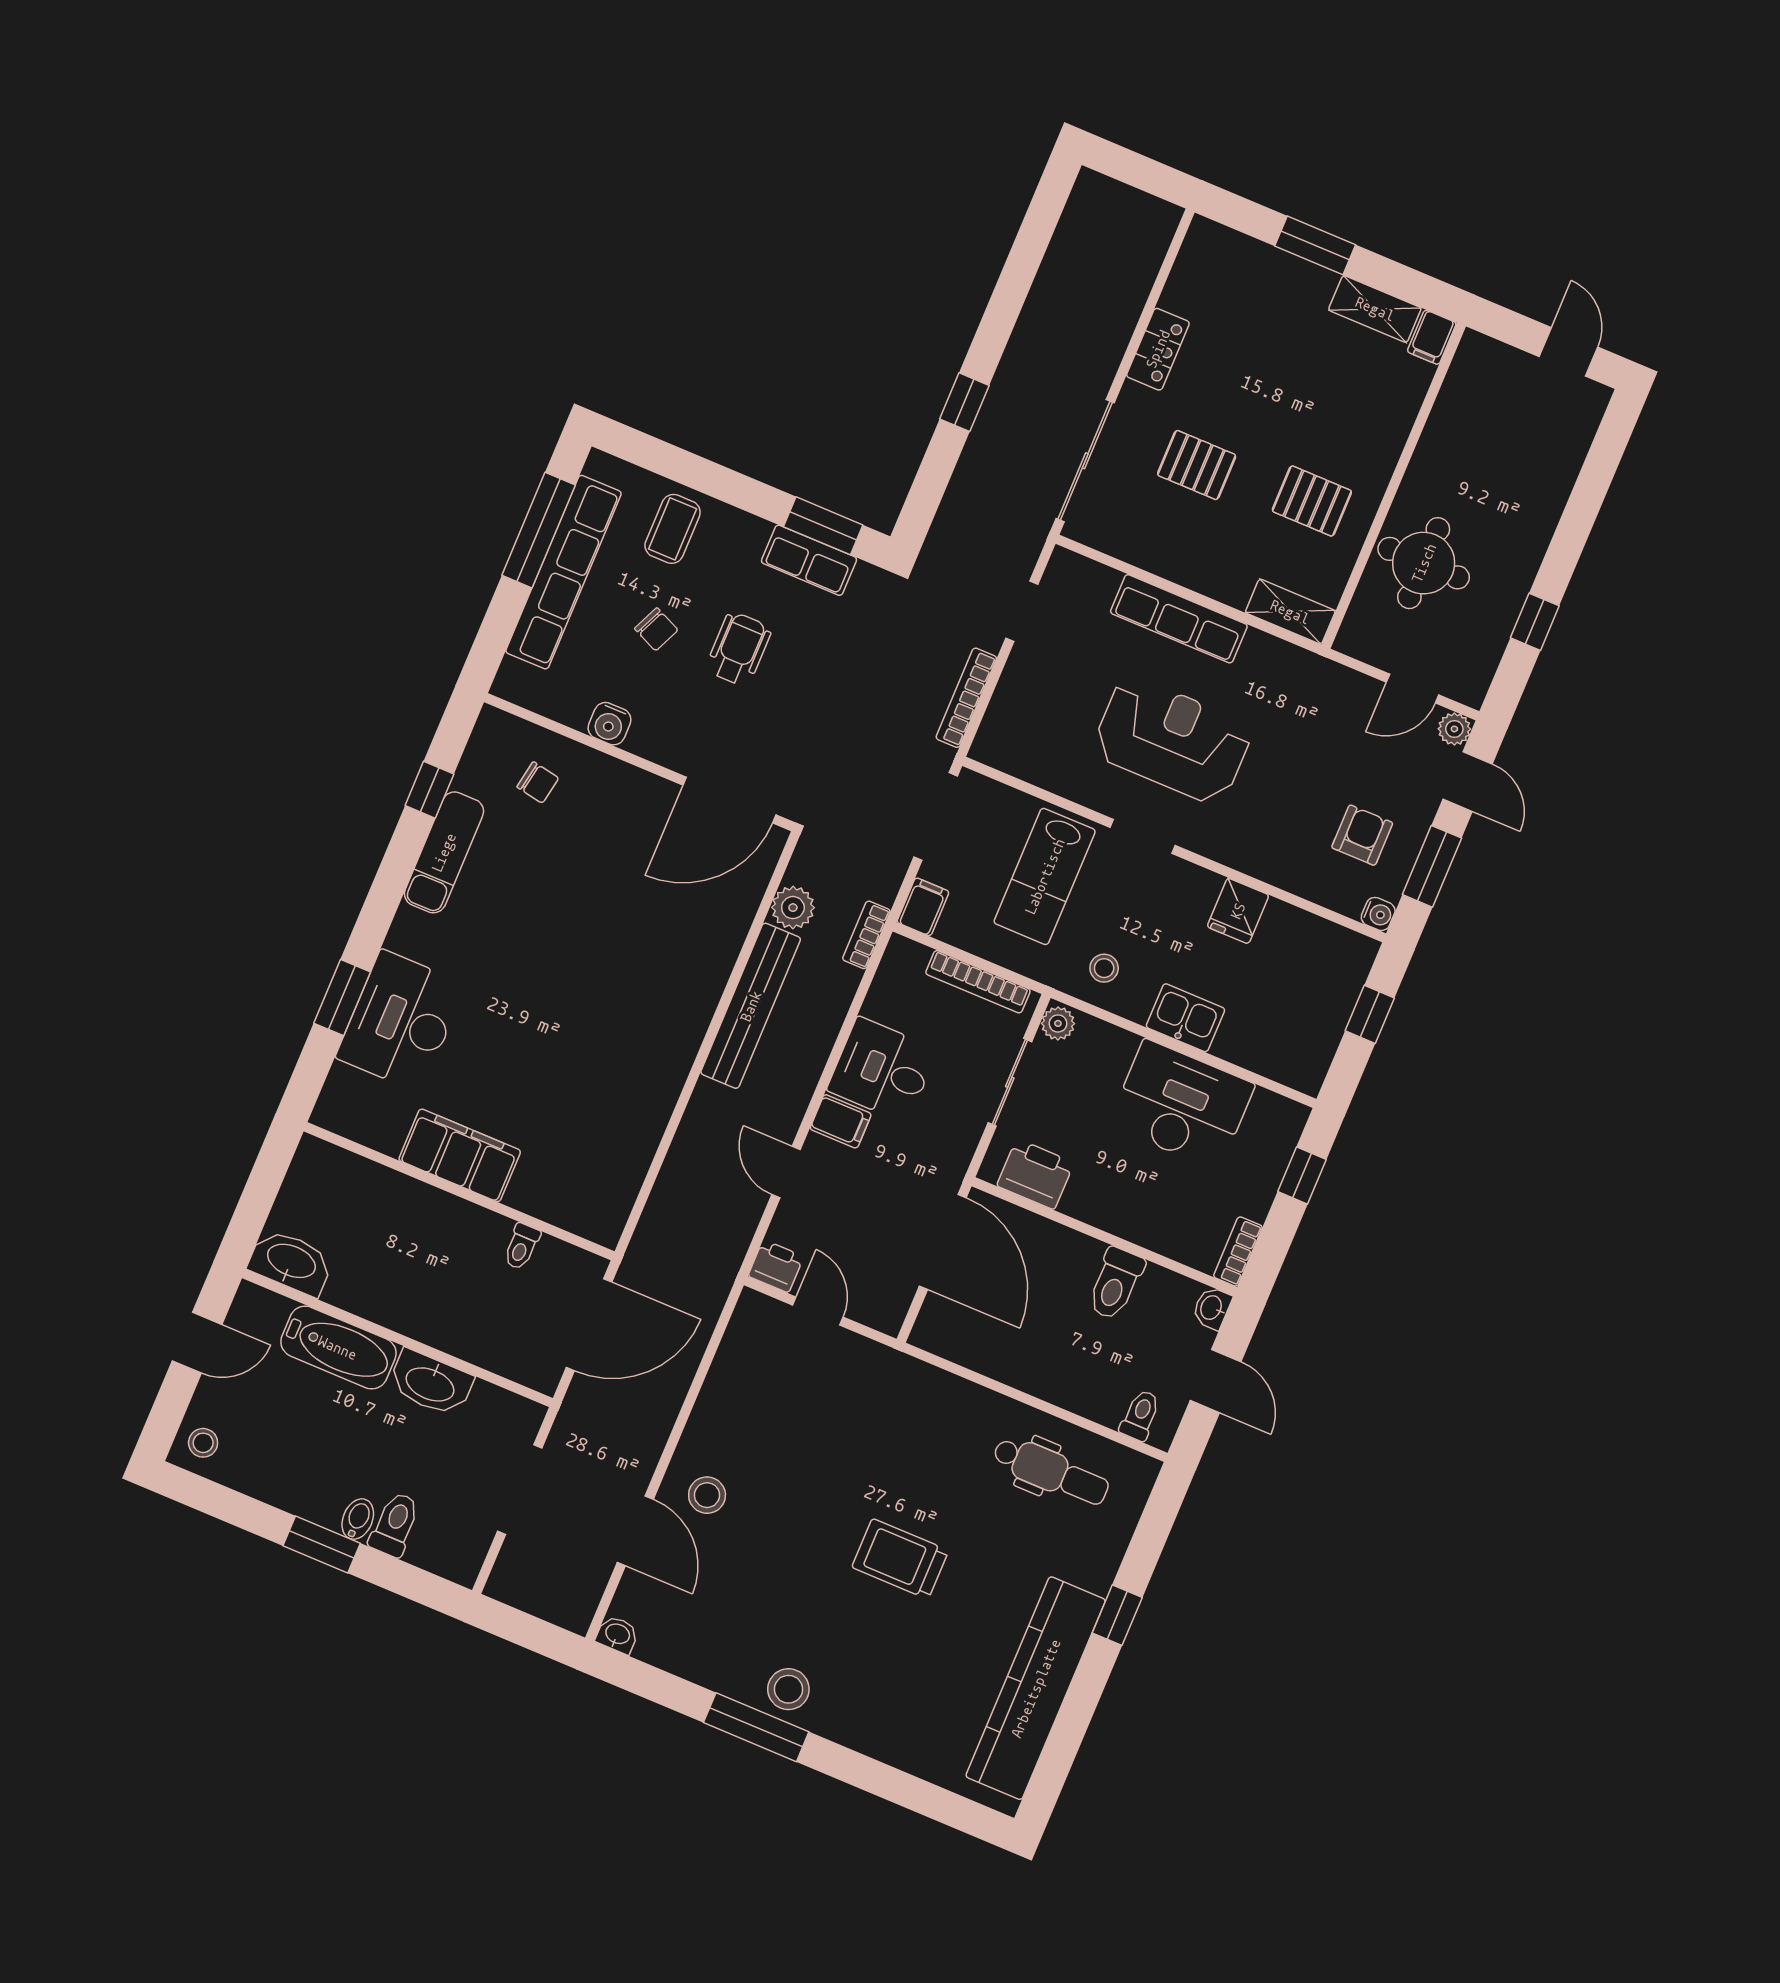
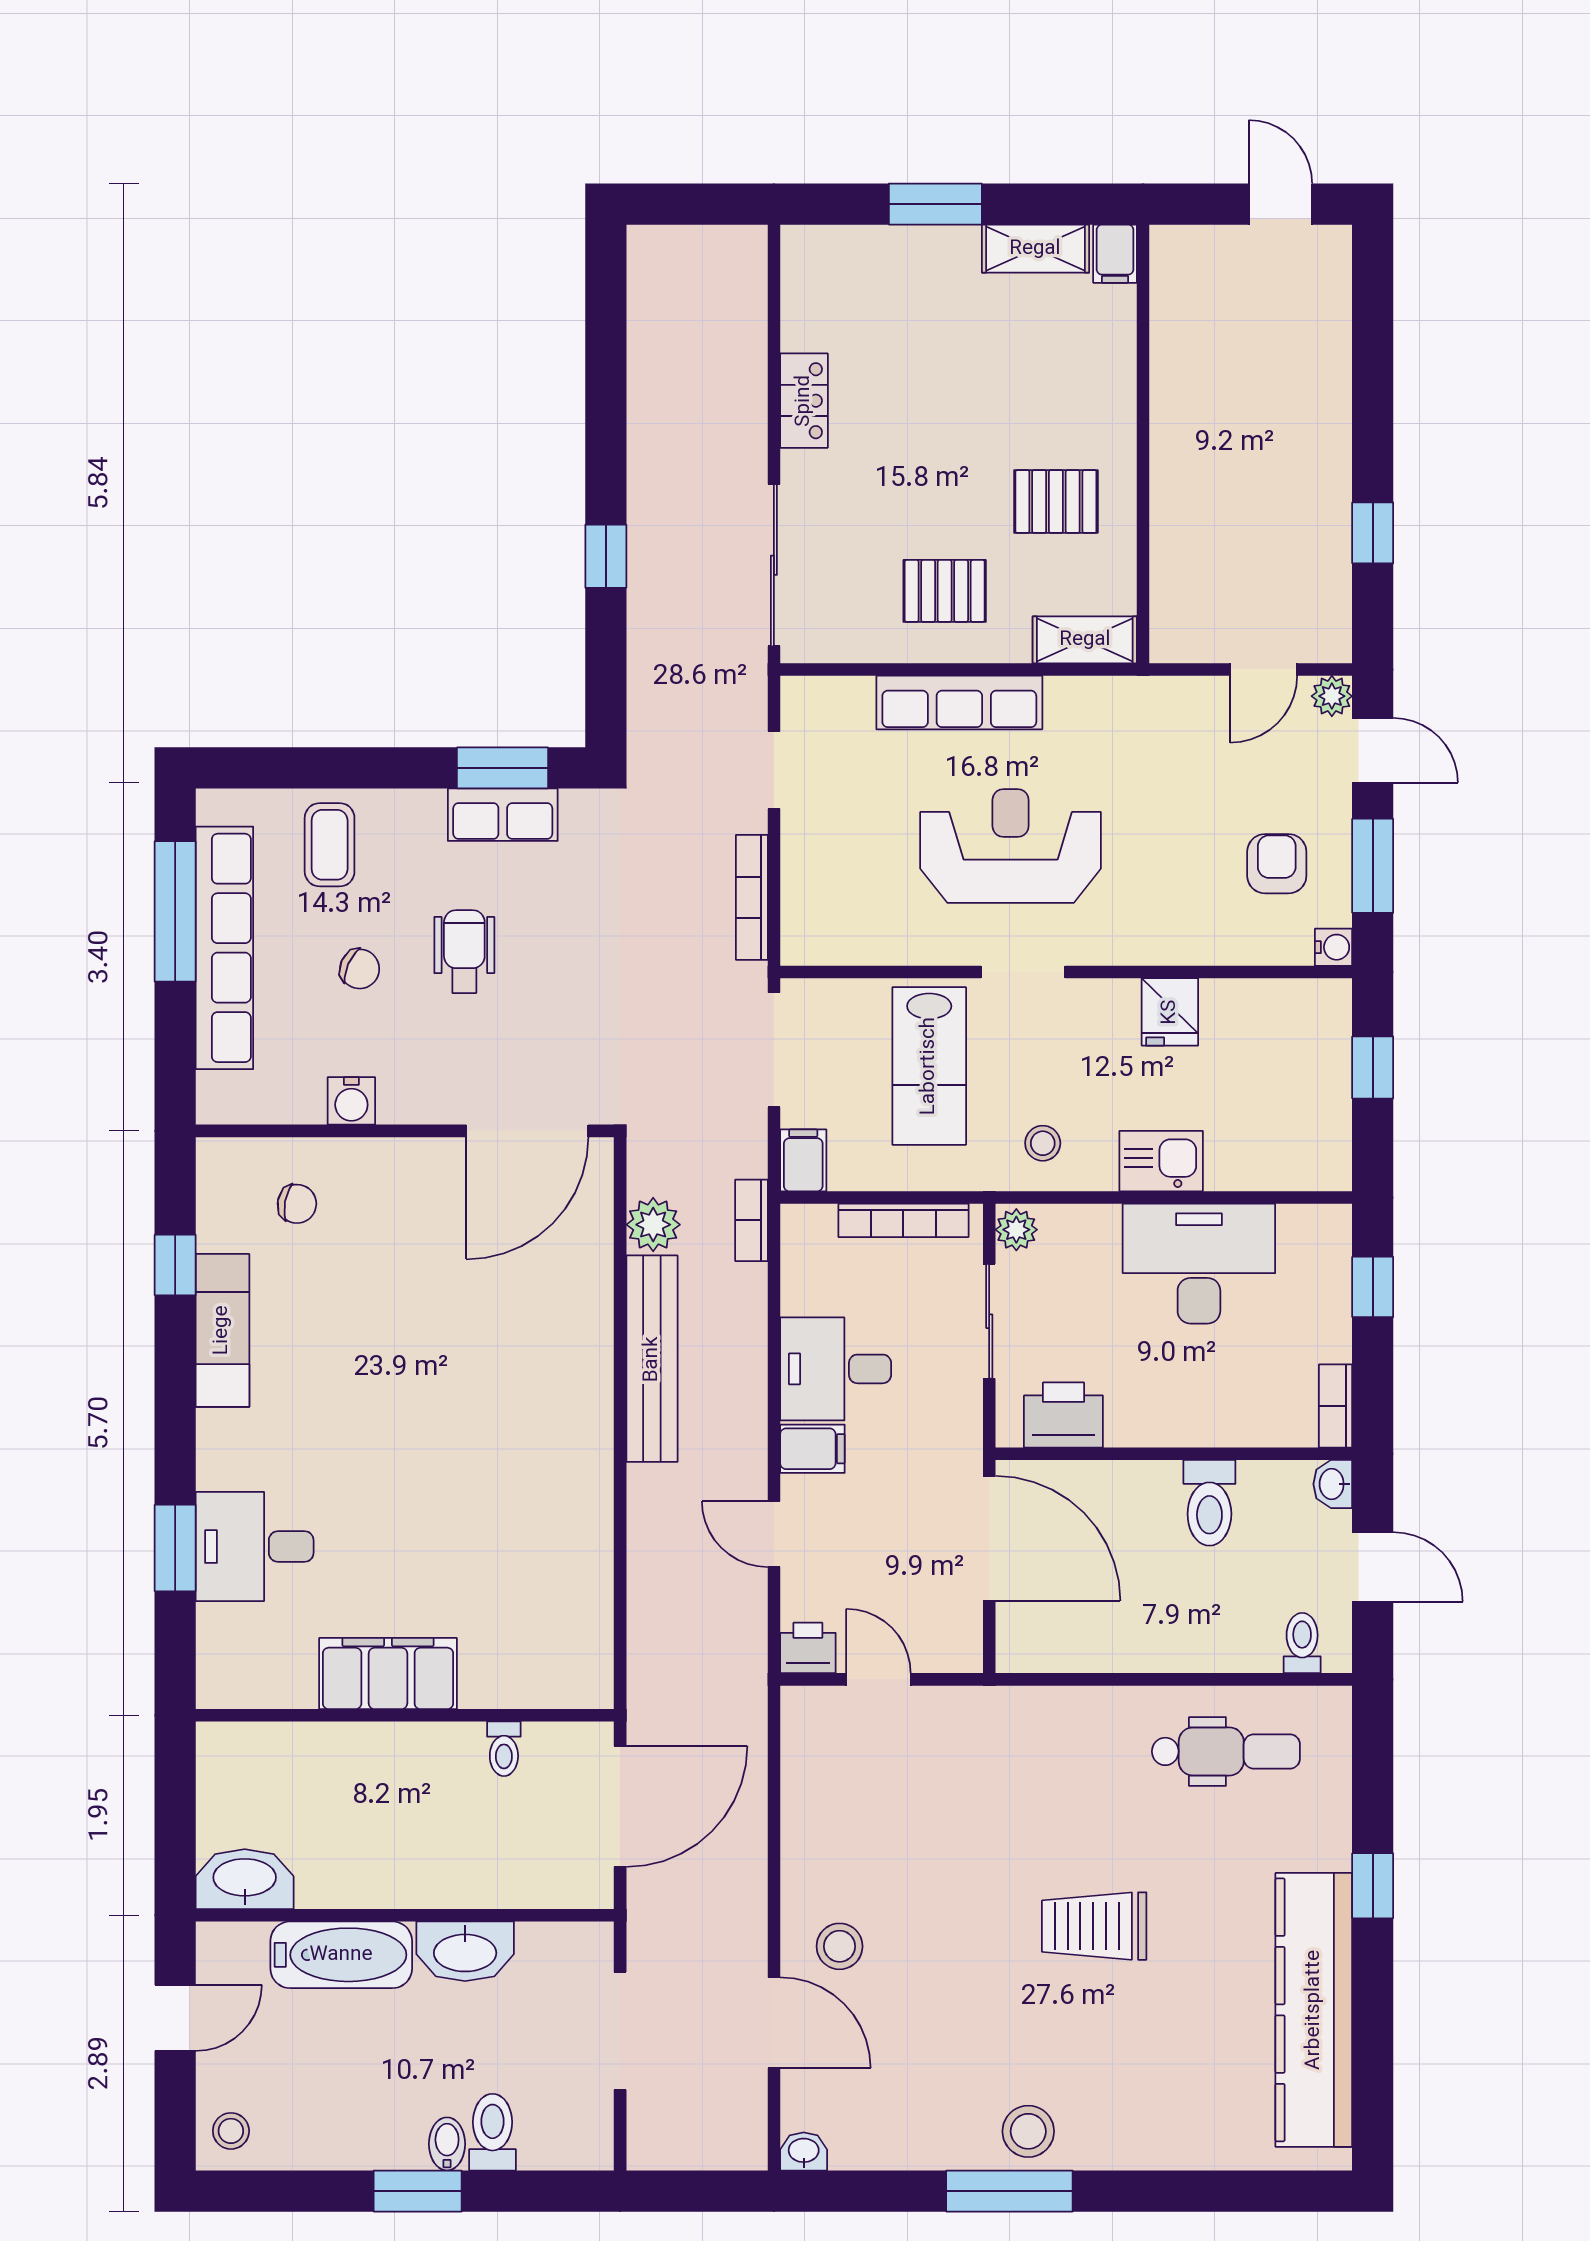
pallet: (1197, 465) -> (945, 591), moved
round table: (1424, 563) -> (1216, 519), removed
desk: (401, 1021) -> (255, 1547), width x0.73

